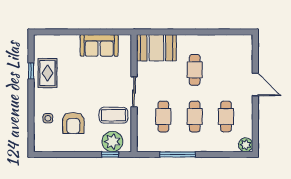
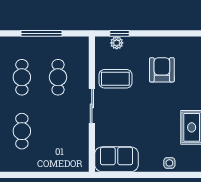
sofa: (99, 45) -> (116, 159), moved
booth: (156, 48) -> (66, 157), removed
side table: (48, 118) -> (169, 163), moved
plant: (112, 142) -> (117, 43), width x0.53, depth x0.53

